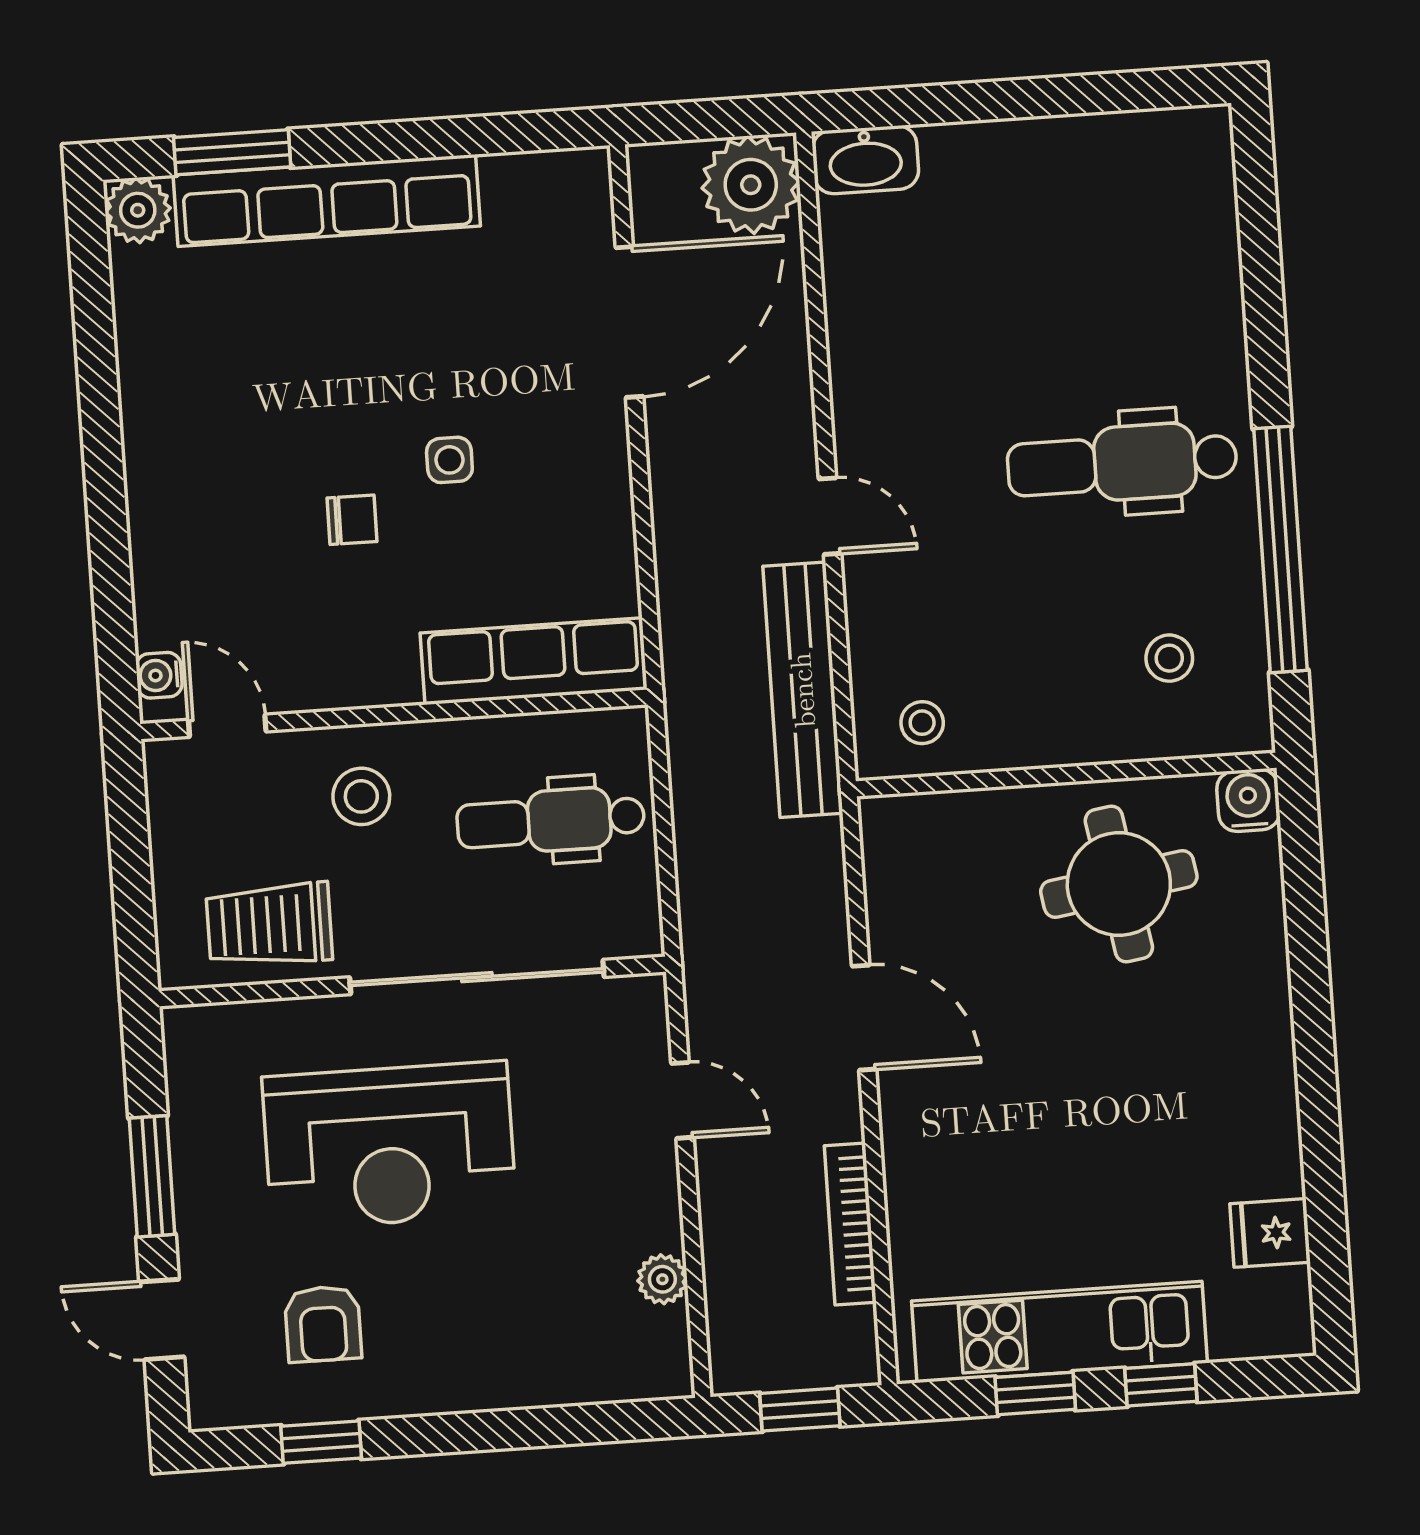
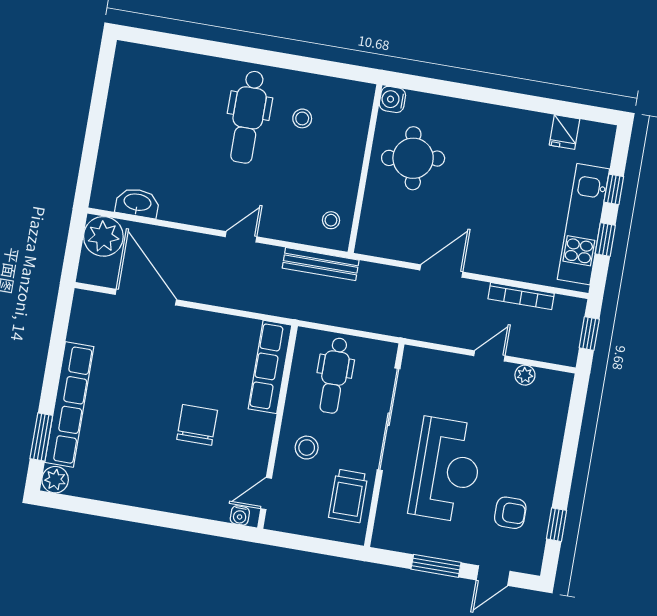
washbasin: (865, 160) -> (137, 203), moved, turned -90
side table: (449, 460) -> (183, 381), removed
chair: (352, 520) -> (197, 425), width x1.87, depth x1.87
window: (1280, 550) -> (297, 63), removed
stool: (1169, 658) -> (302, 118), moved
bench: (803, 690) -> (321, 264), width x0.73, depth x0.82
door: (682, 1100) -> (489, 356), moved

